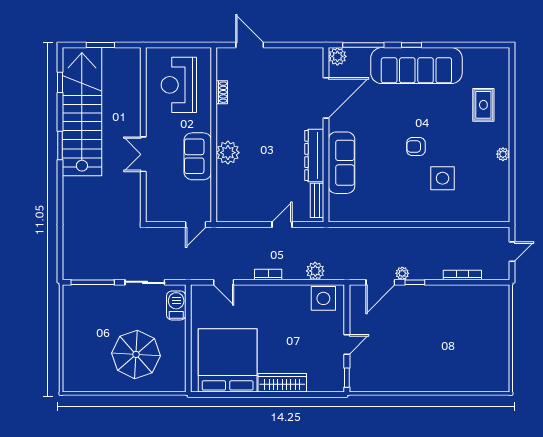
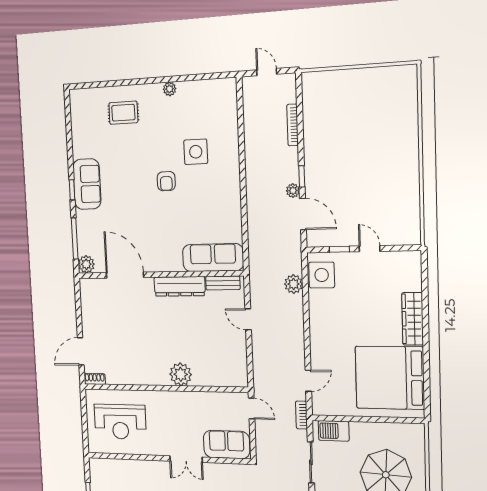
sofa: (416, 66) -> (87, 184), width x0.54, depth x0.79
shoe rack: (222, 92) -> (95, 379), moved
sofa: (198, 156) -> (227, 445), moved, turned 180
sofa: (342, 163) -> (213, 258), moved
bookcase: (268, 275) -> (302, 415), moved
window: (347, 378) -> (339, 249), moved

